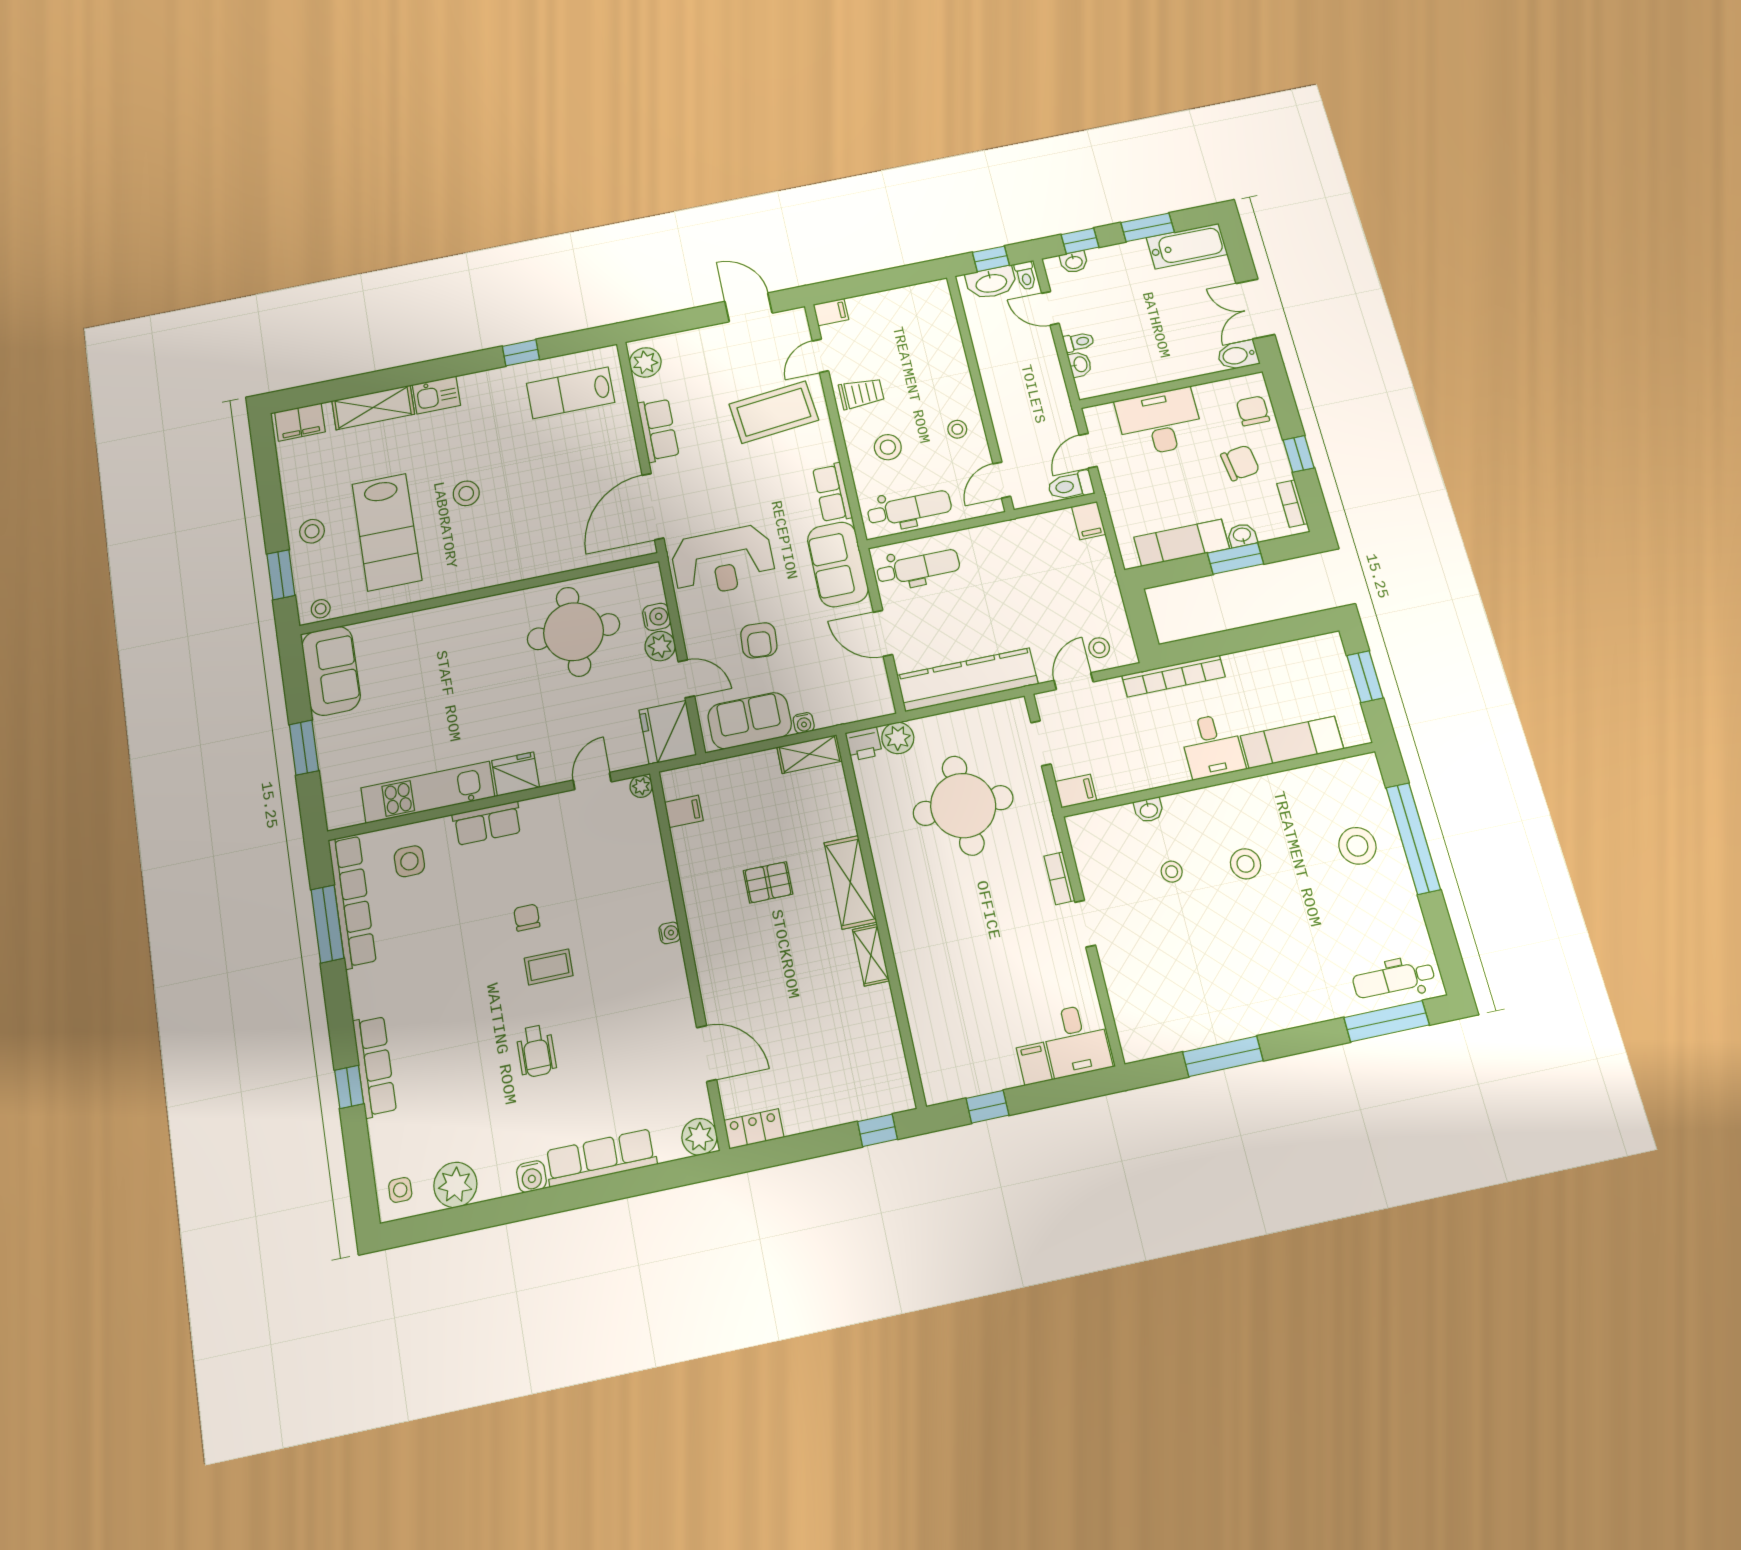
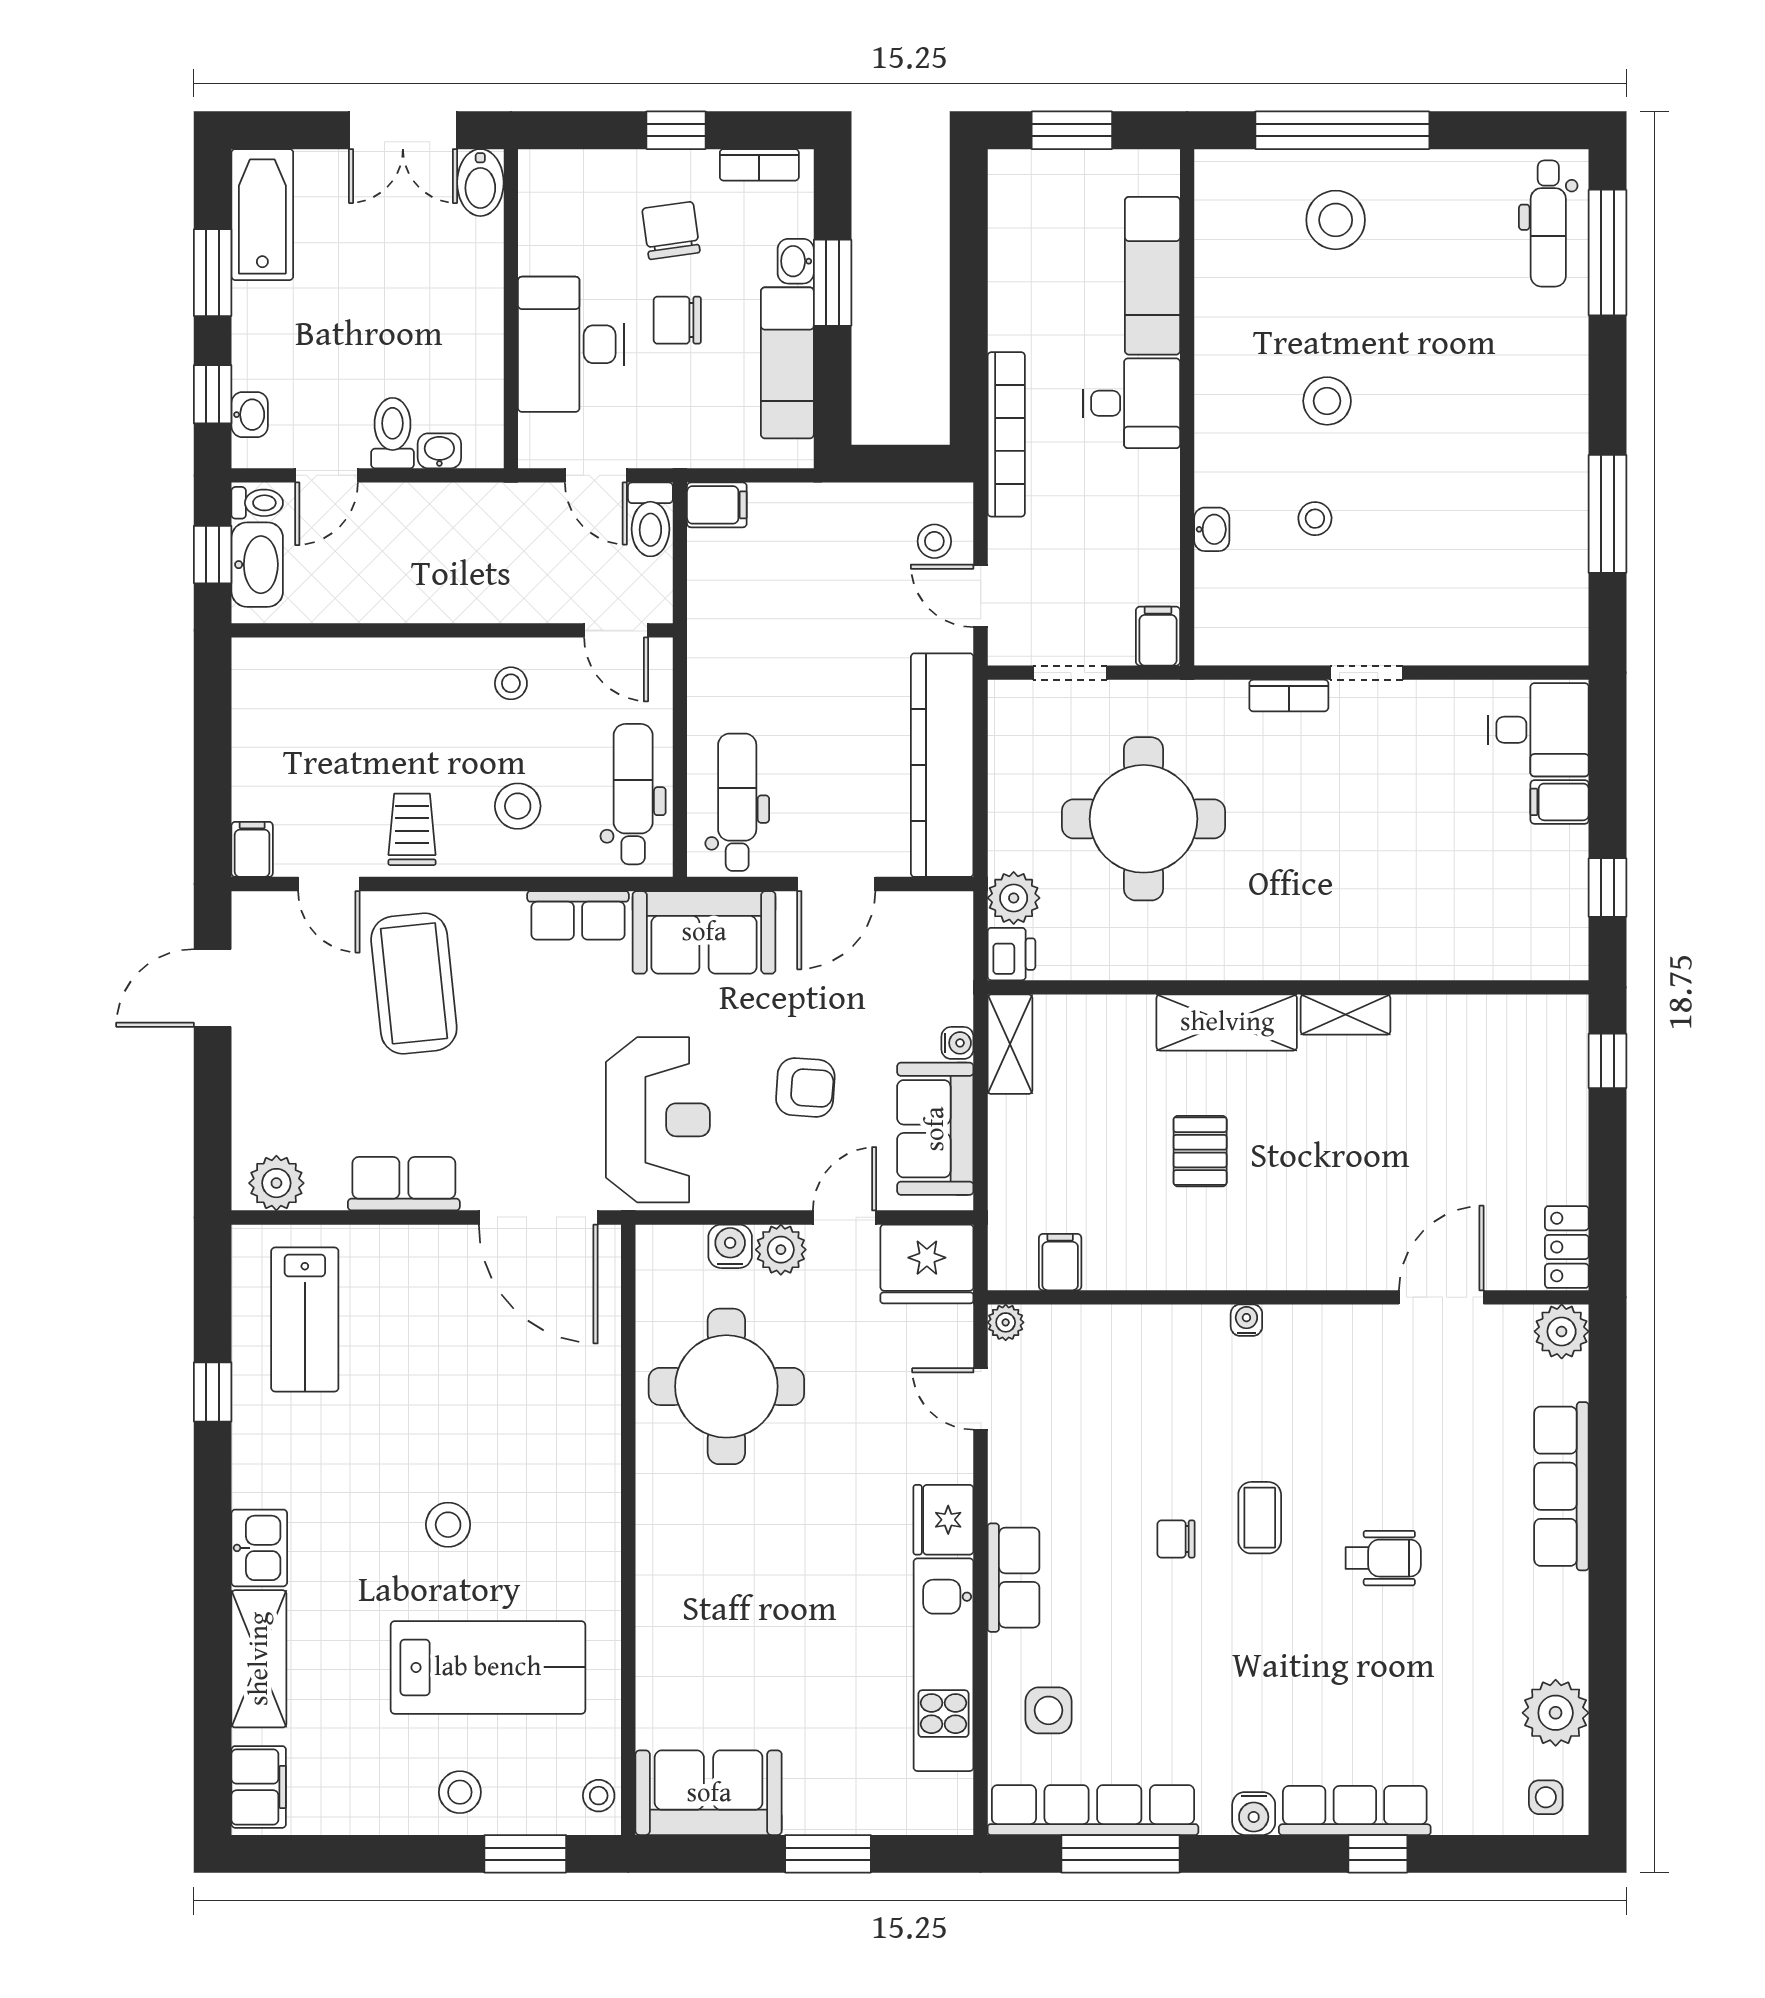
toilet: (1079, 342) -> (393, 433), width x1.37, depth x1.39
chair: (1253, 411) -> (677, 320), moved
water cooler: (531, 1177) -> (1254, 1814), moved, turned 90

